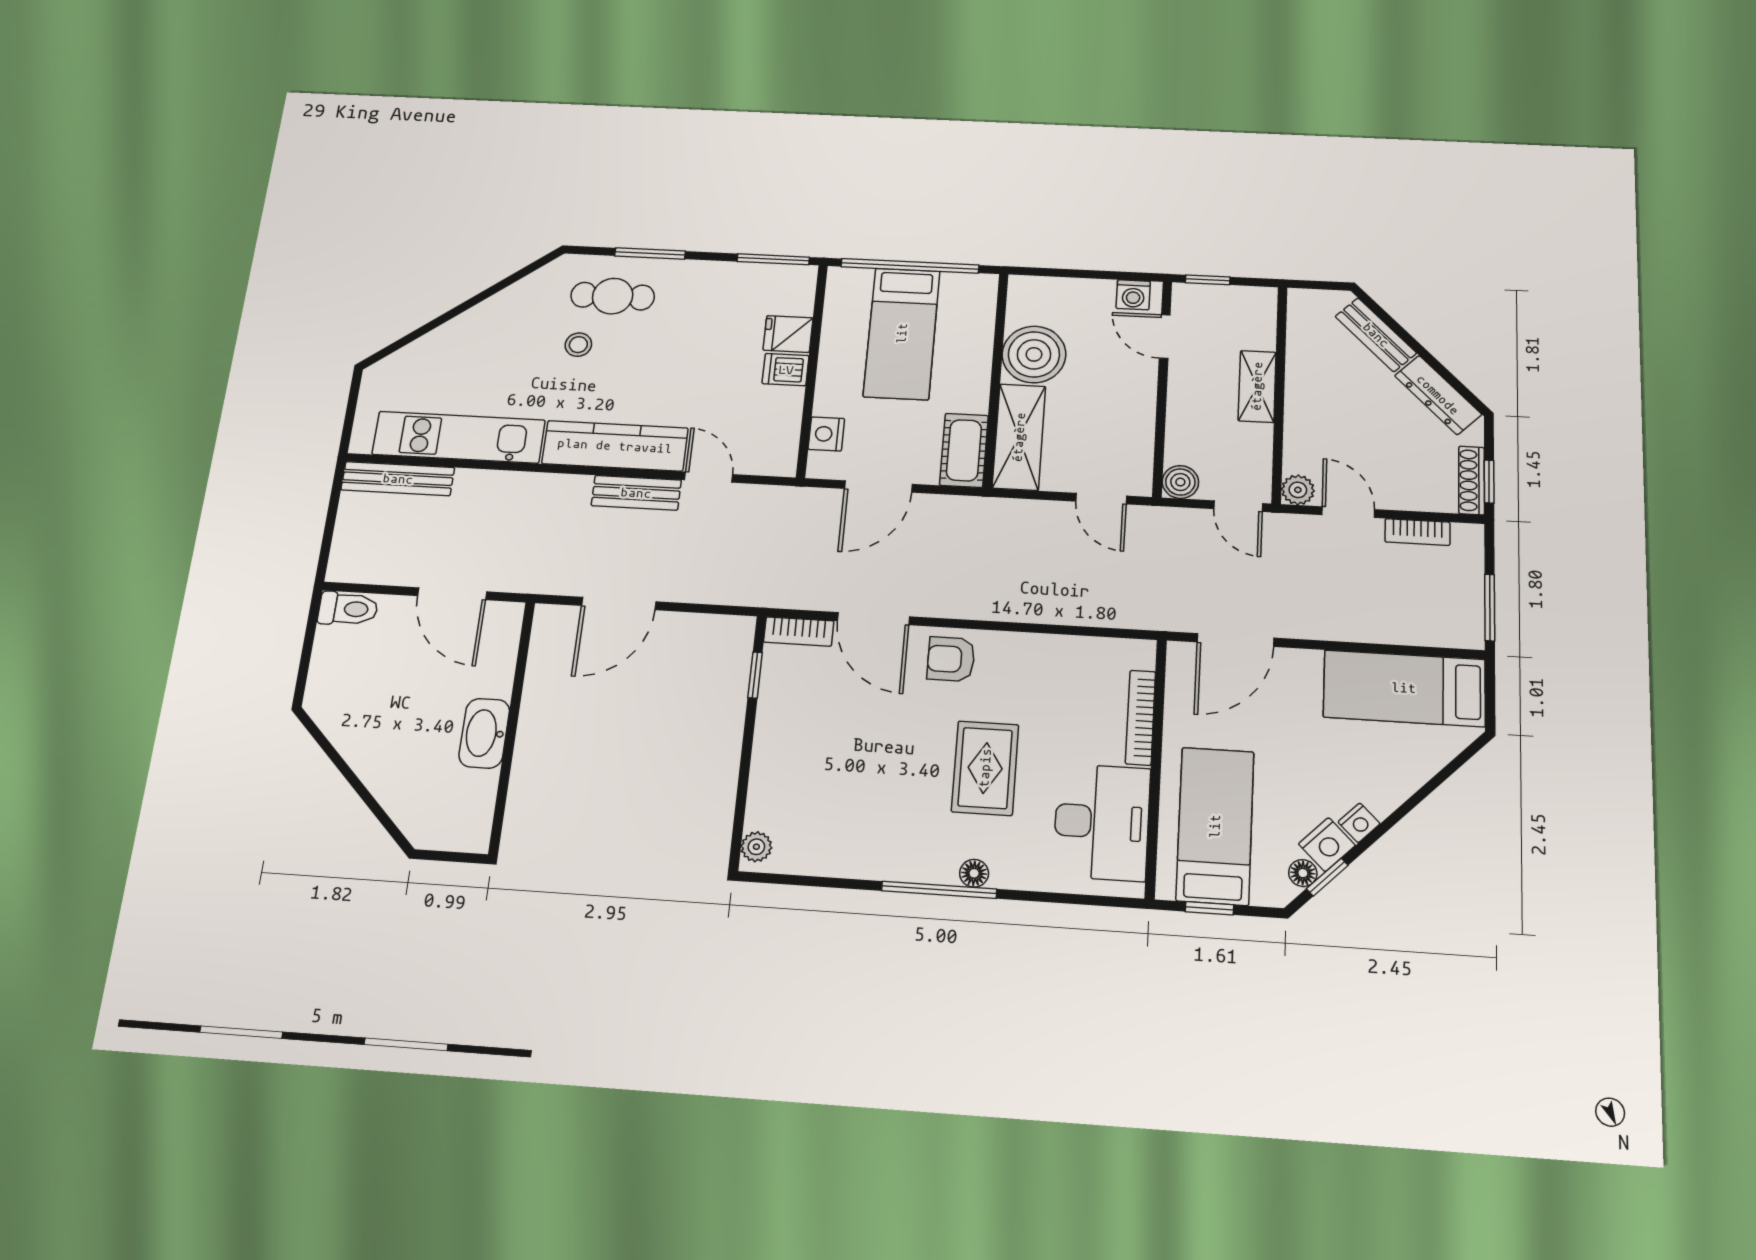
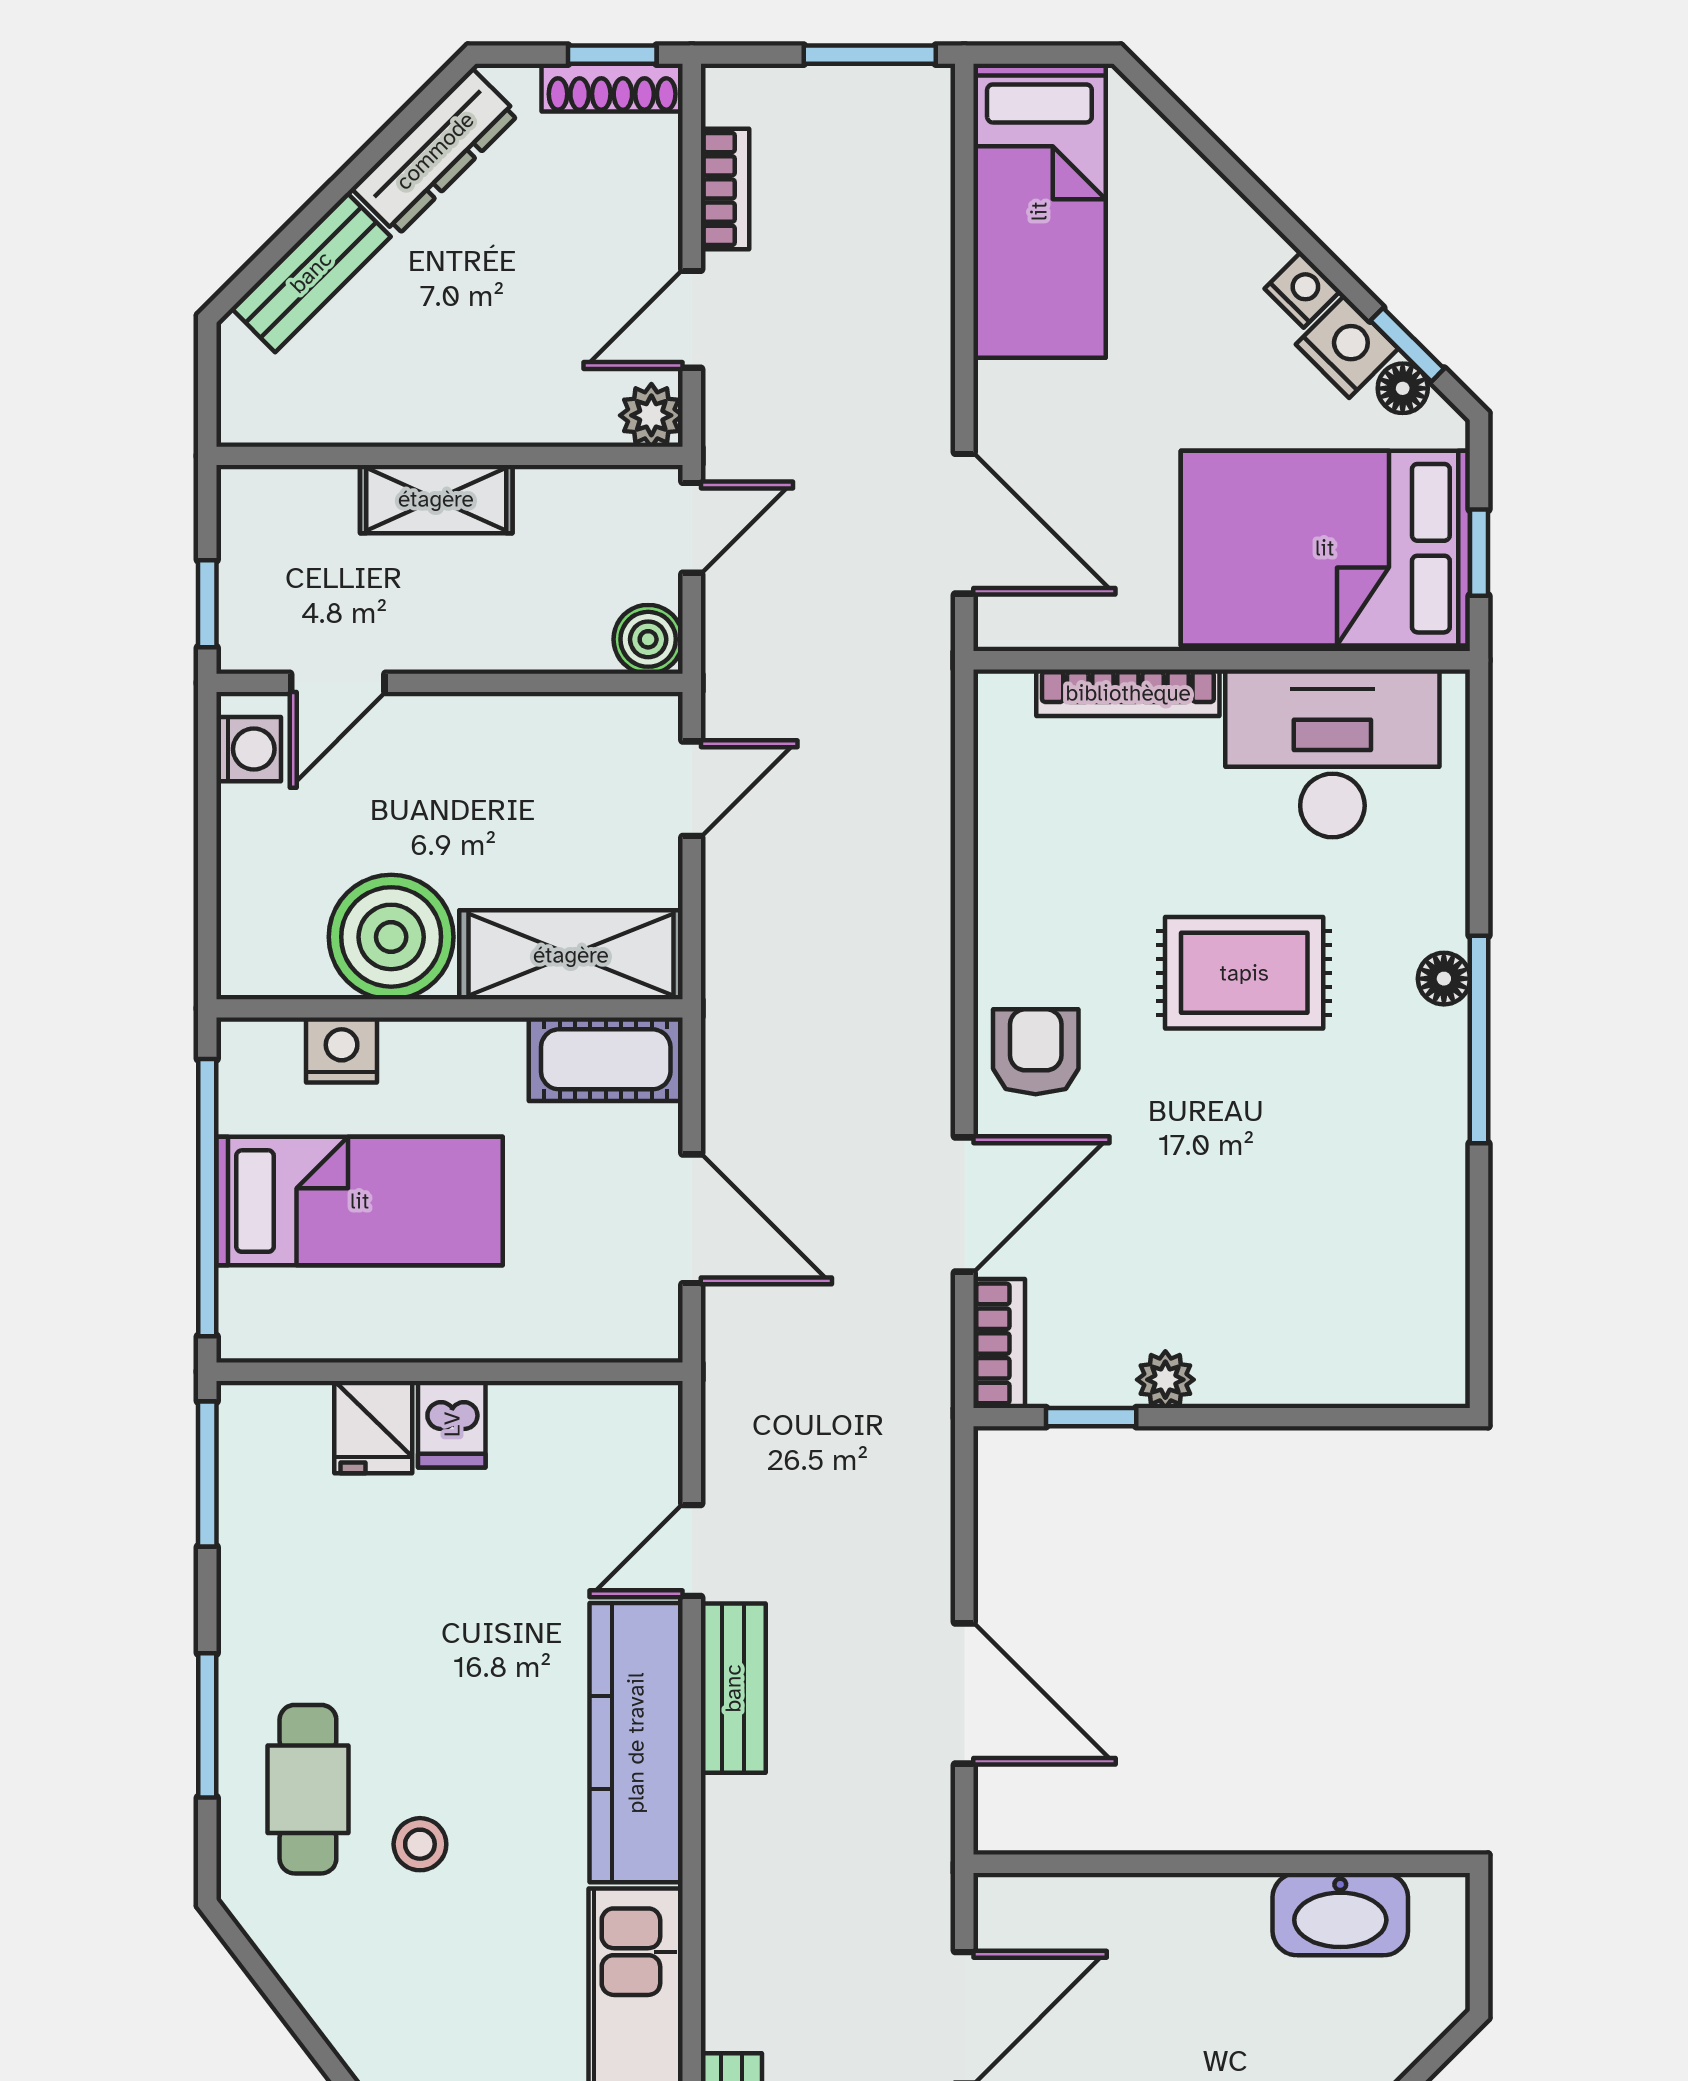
nightstand: (826, 434) -> (342, 1050), moved, turned 180
armchair: (951, 659) -> (1036, 1052), turned 180
washbasin: (484, 733) -> (1340, 1914), moved
bed: (1215, 826) -> (1325, 548), width x1.50
plant: (756, 847) -> (1165, 1380), moved

